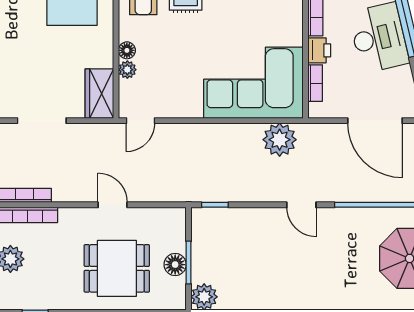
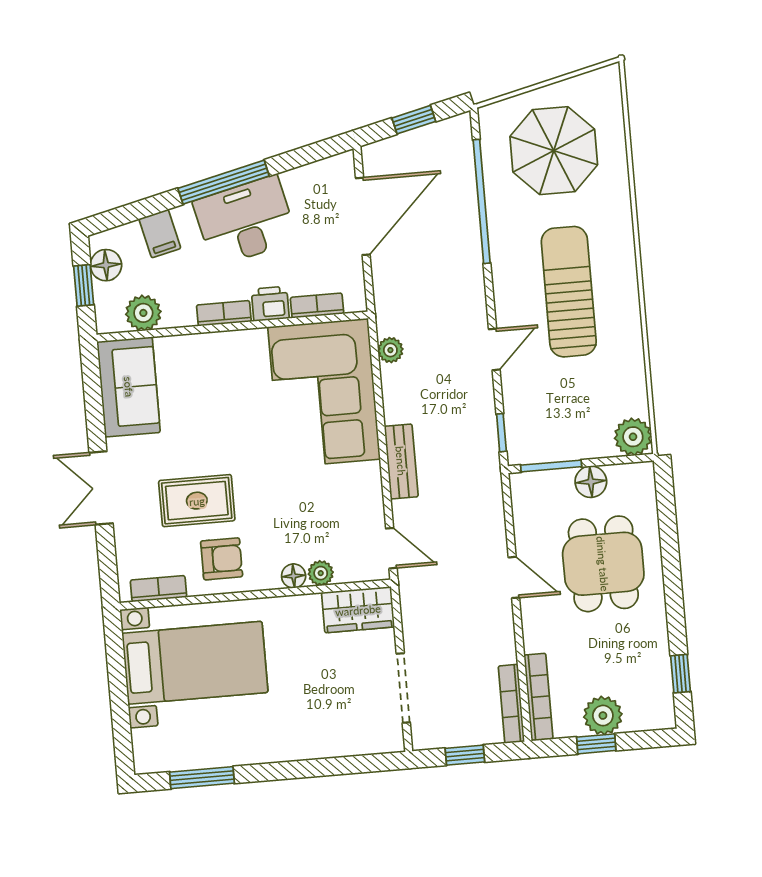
bench: (201, 133) -> (401, 461), added
plant: (280, 140) -> (390, 350), width x0.53, depth x0.53
door: (113, 205) -> (514, 577), swing flipped
door: (301, 205) -> (494, 349), moved
sun lounger: (310, 260) -> (569, 292), added
window: (189, 263) -> (551, 466), moved

